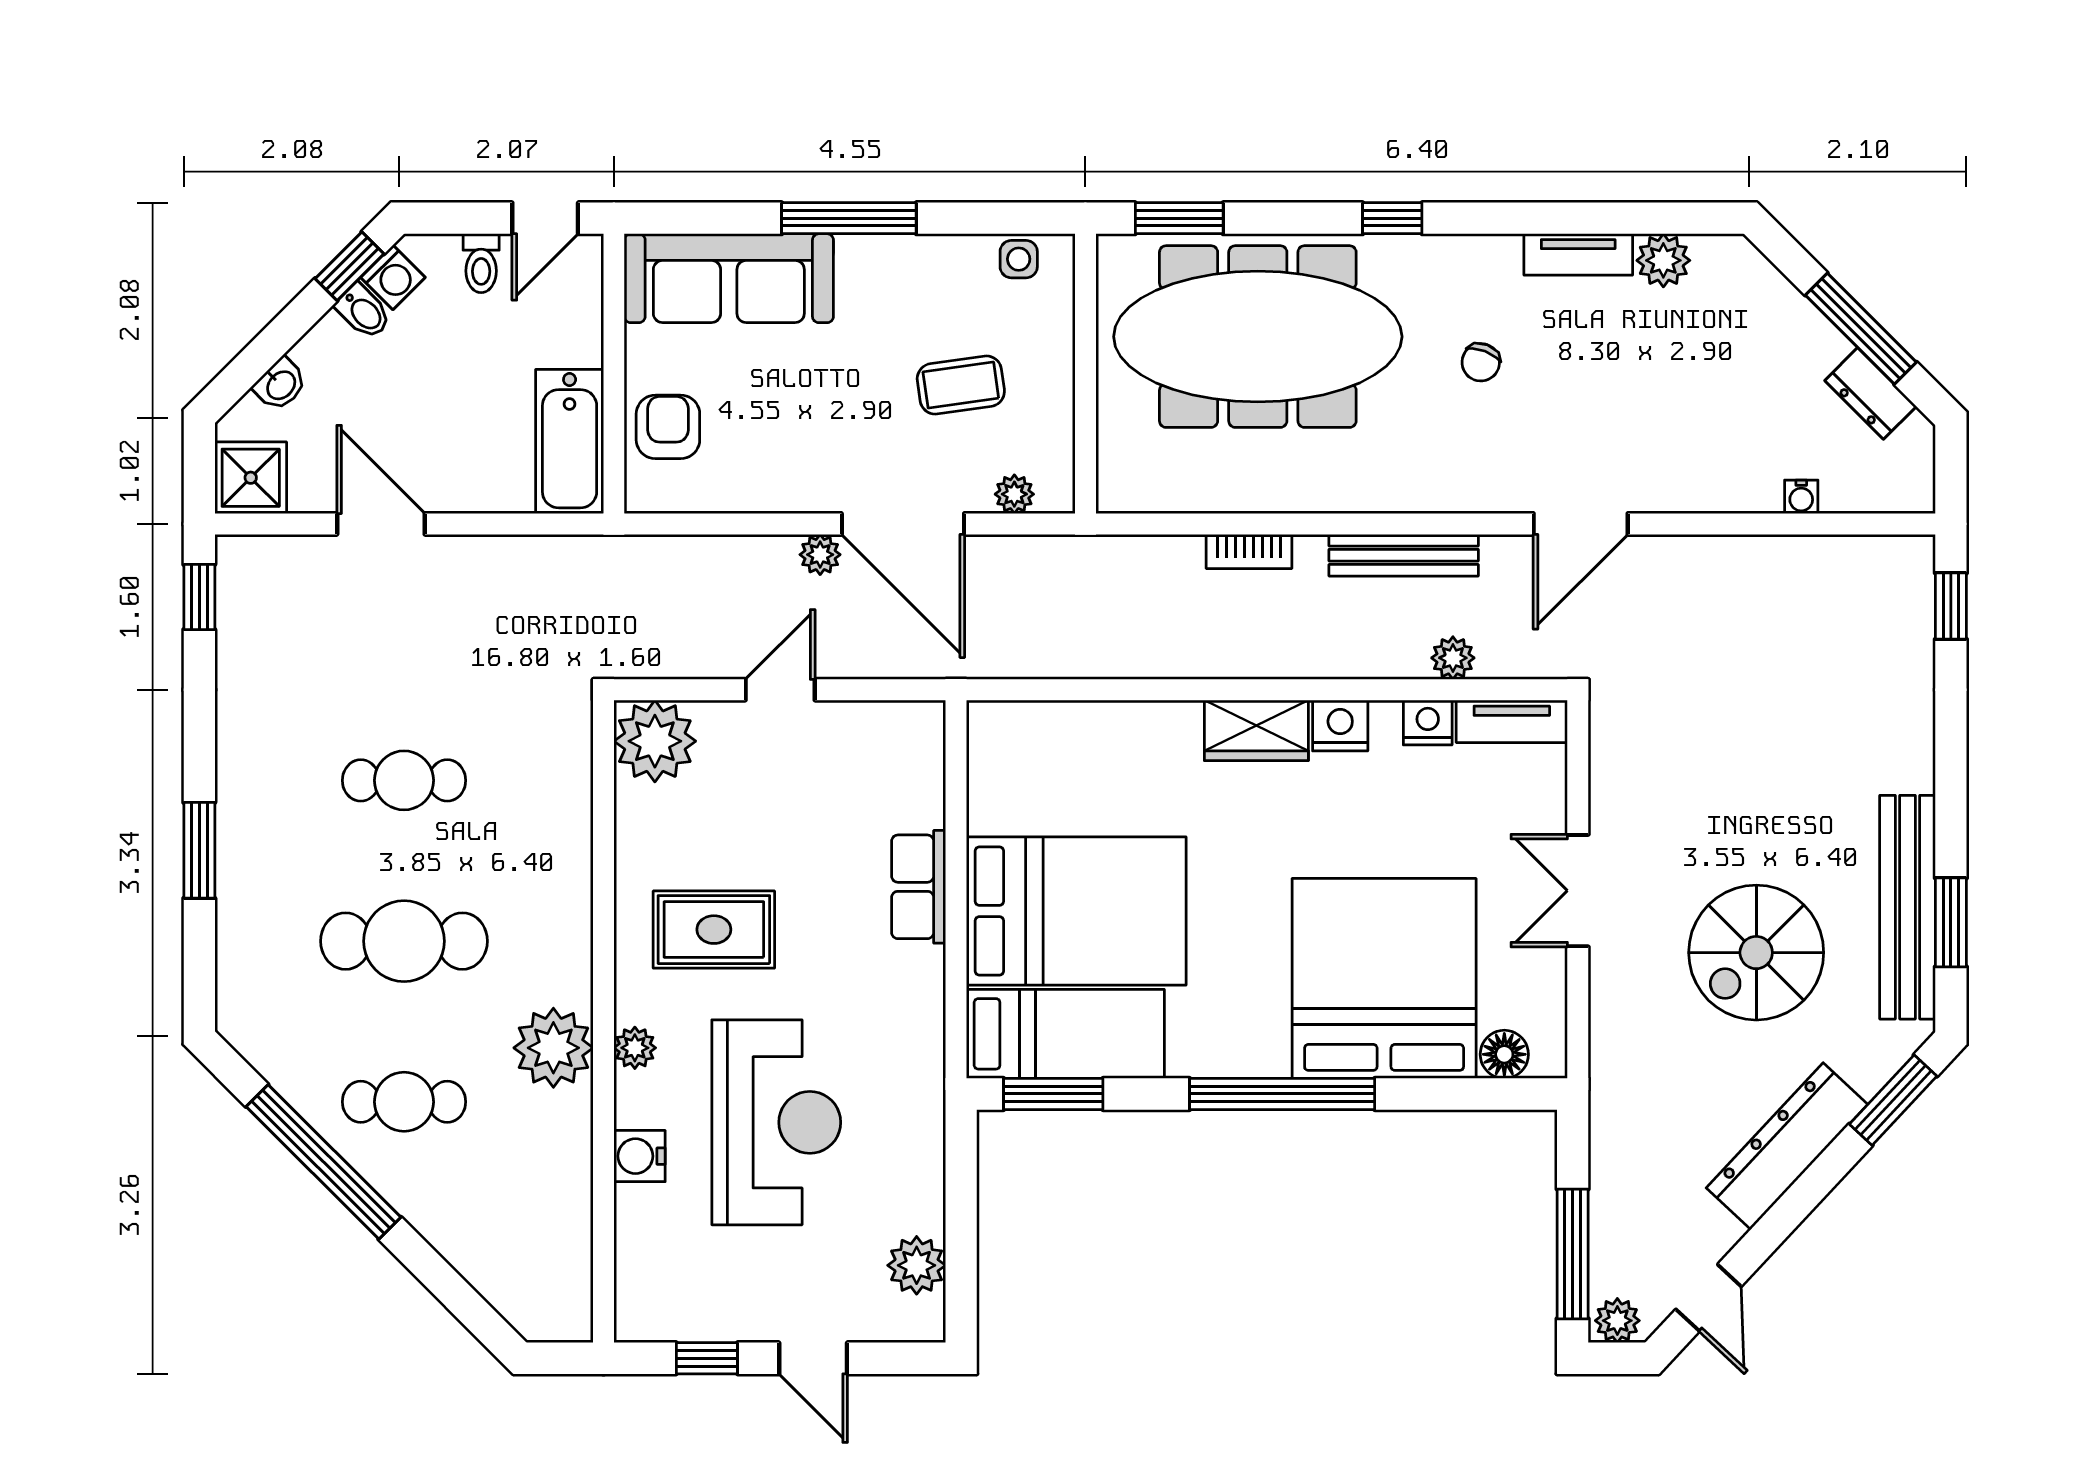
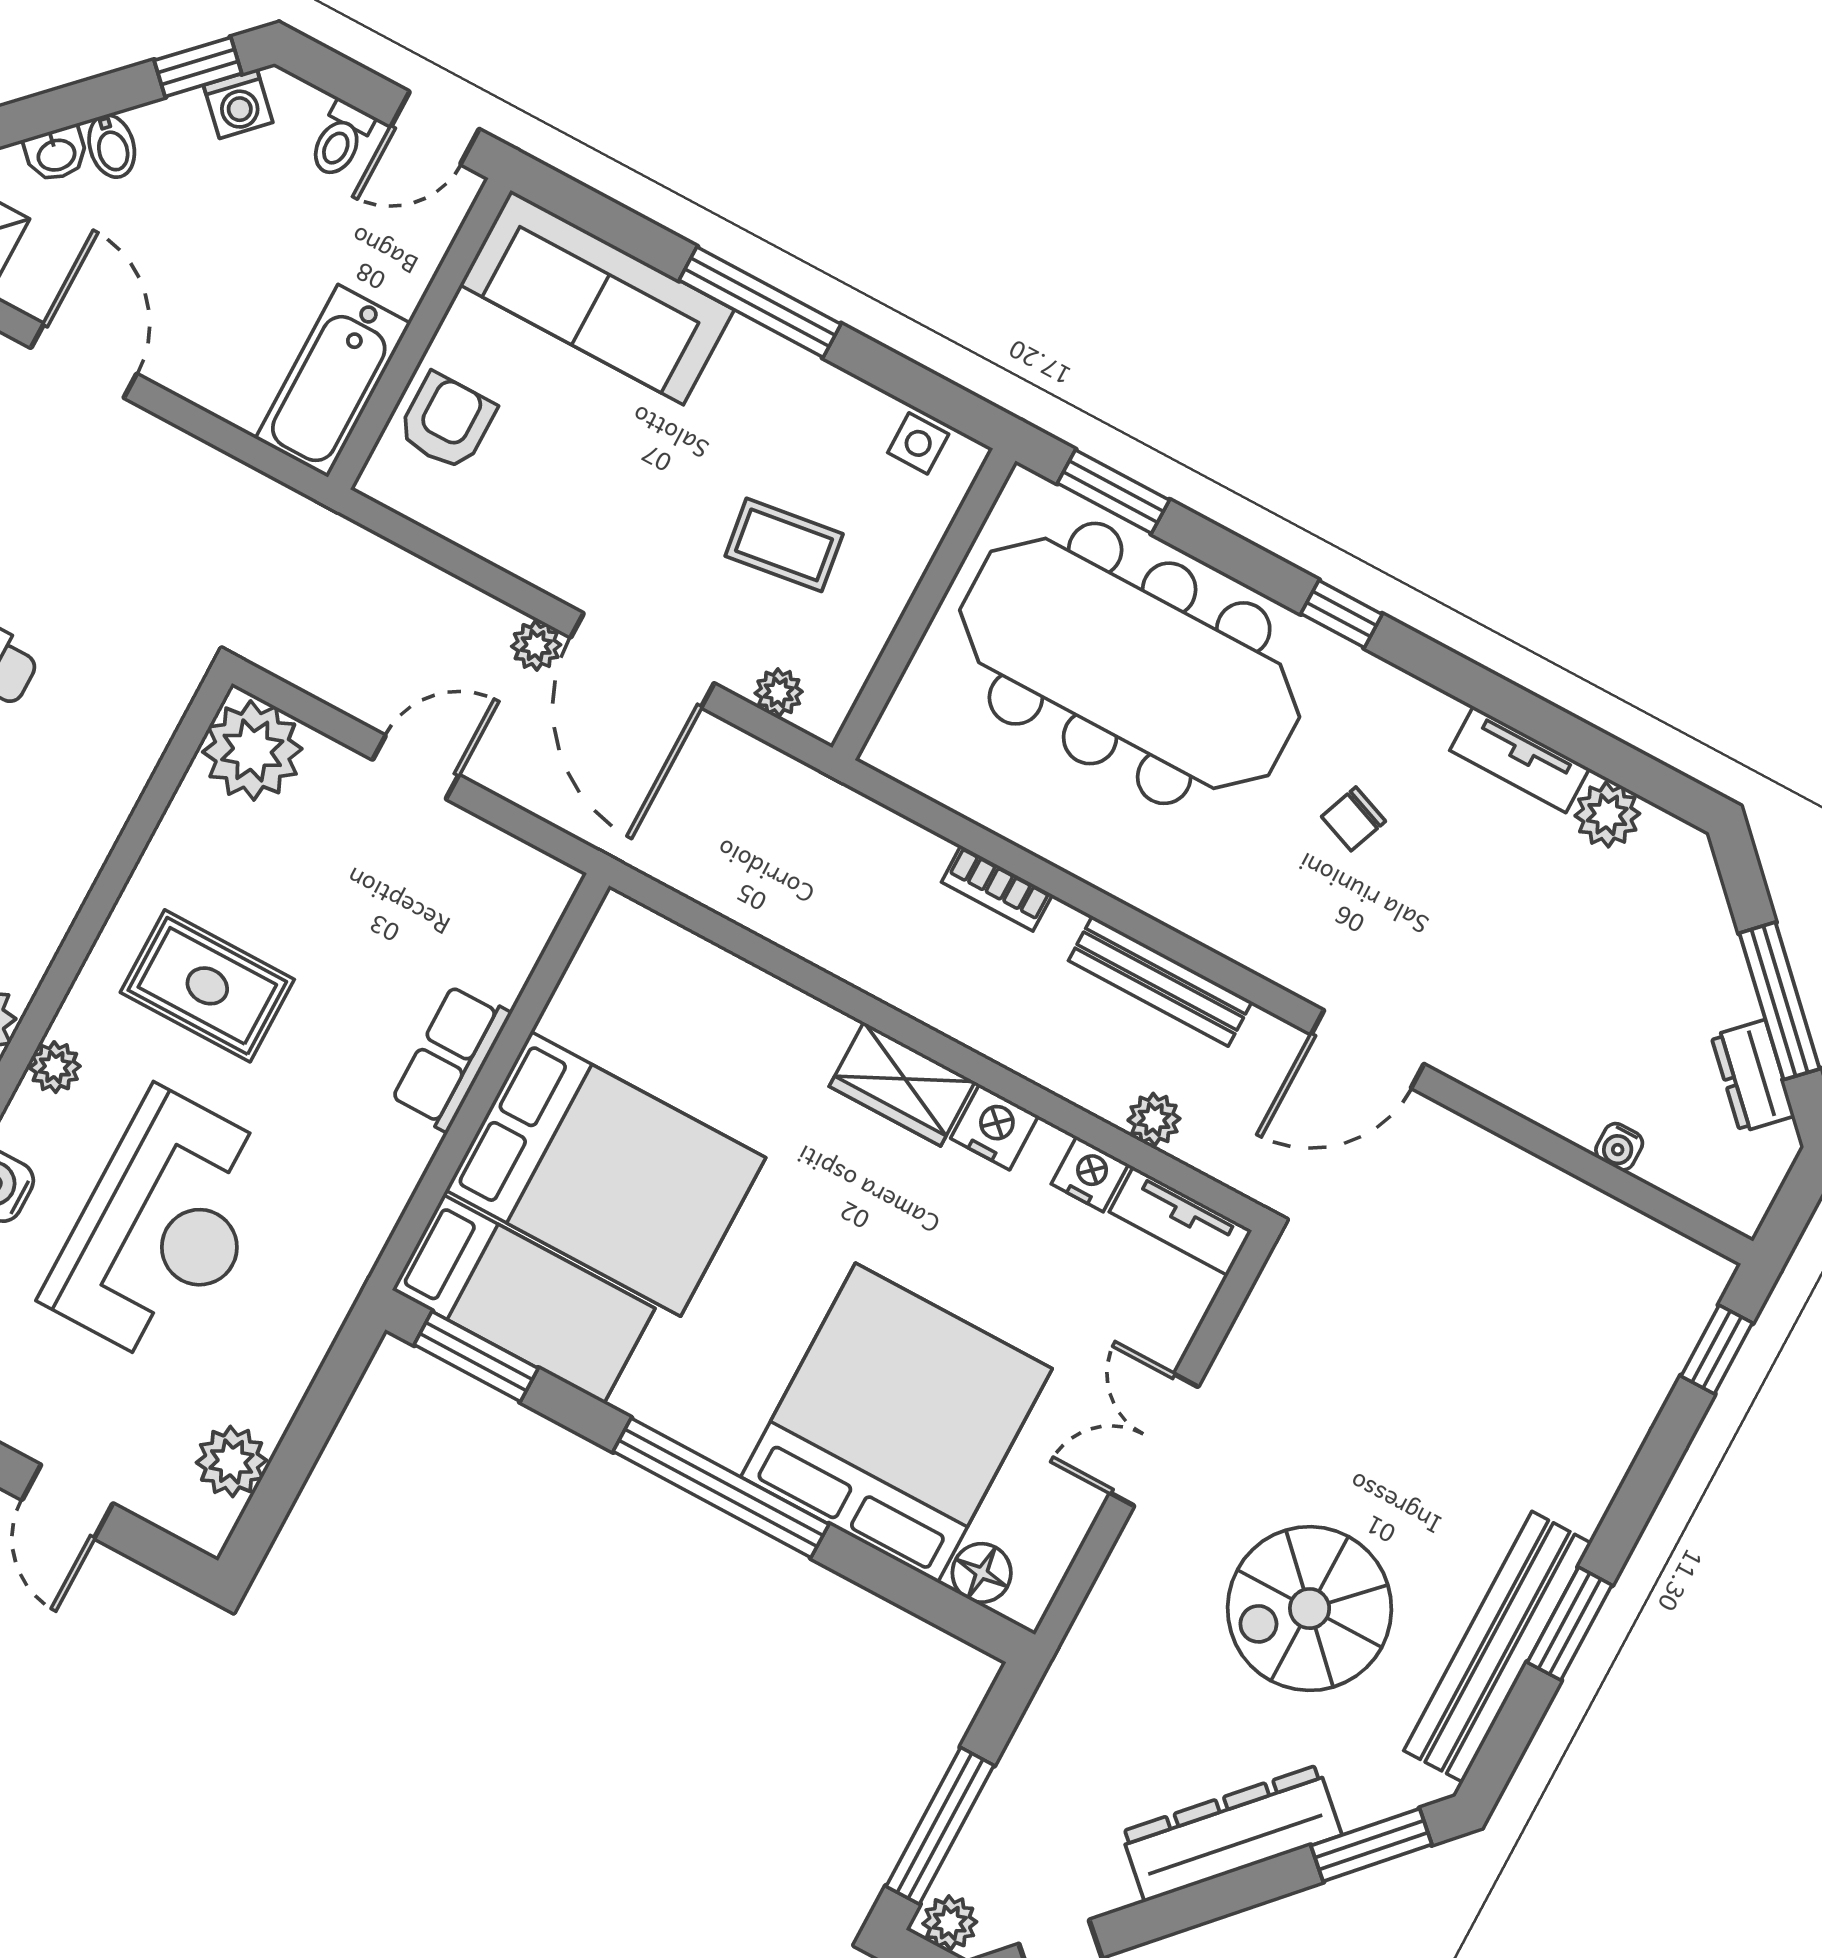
bidet: (363, 311) -> (112, 146), moved
window: (1951, 922) -> (1570, 1624), moved

